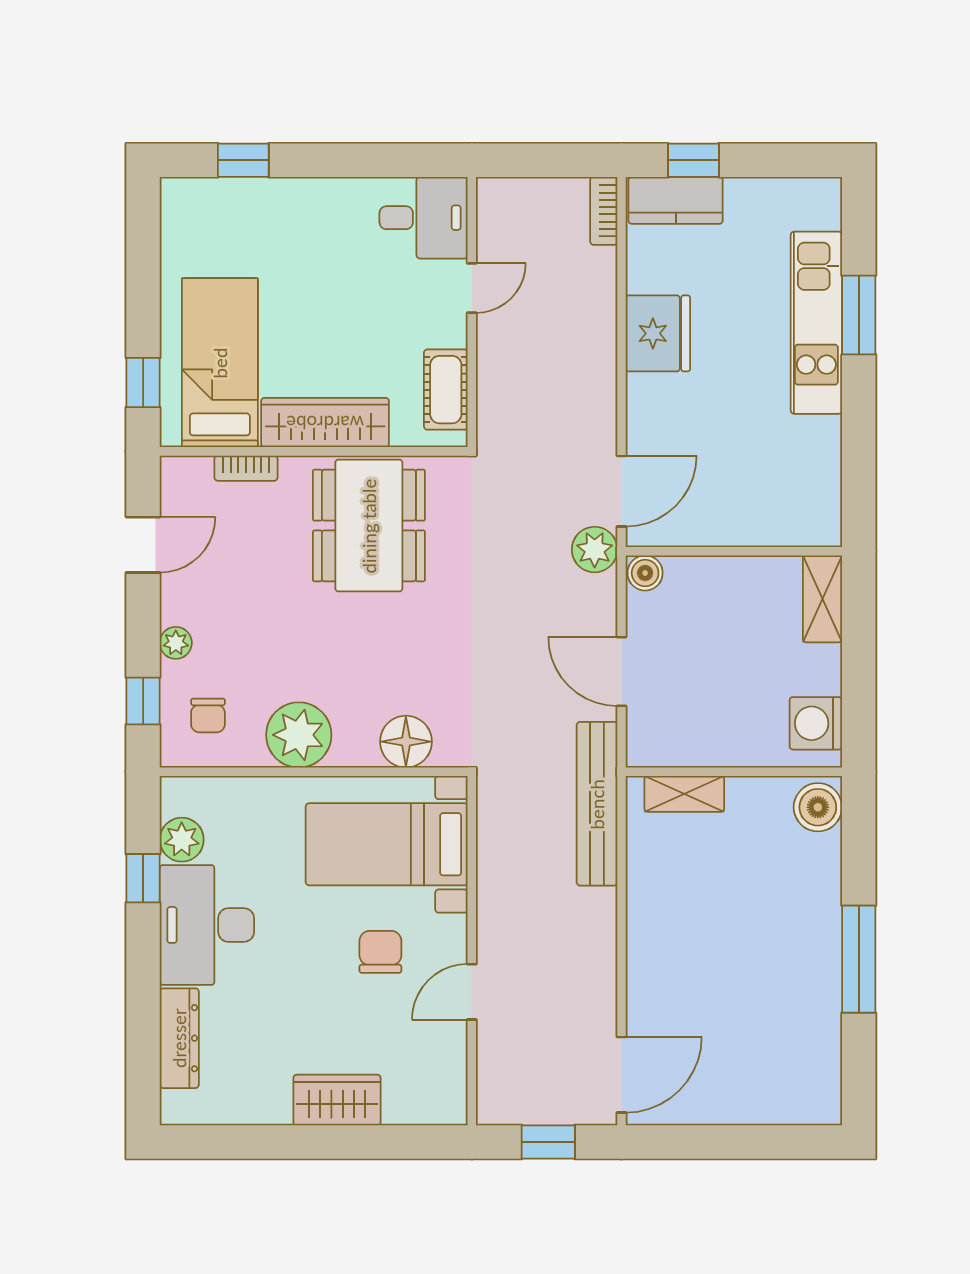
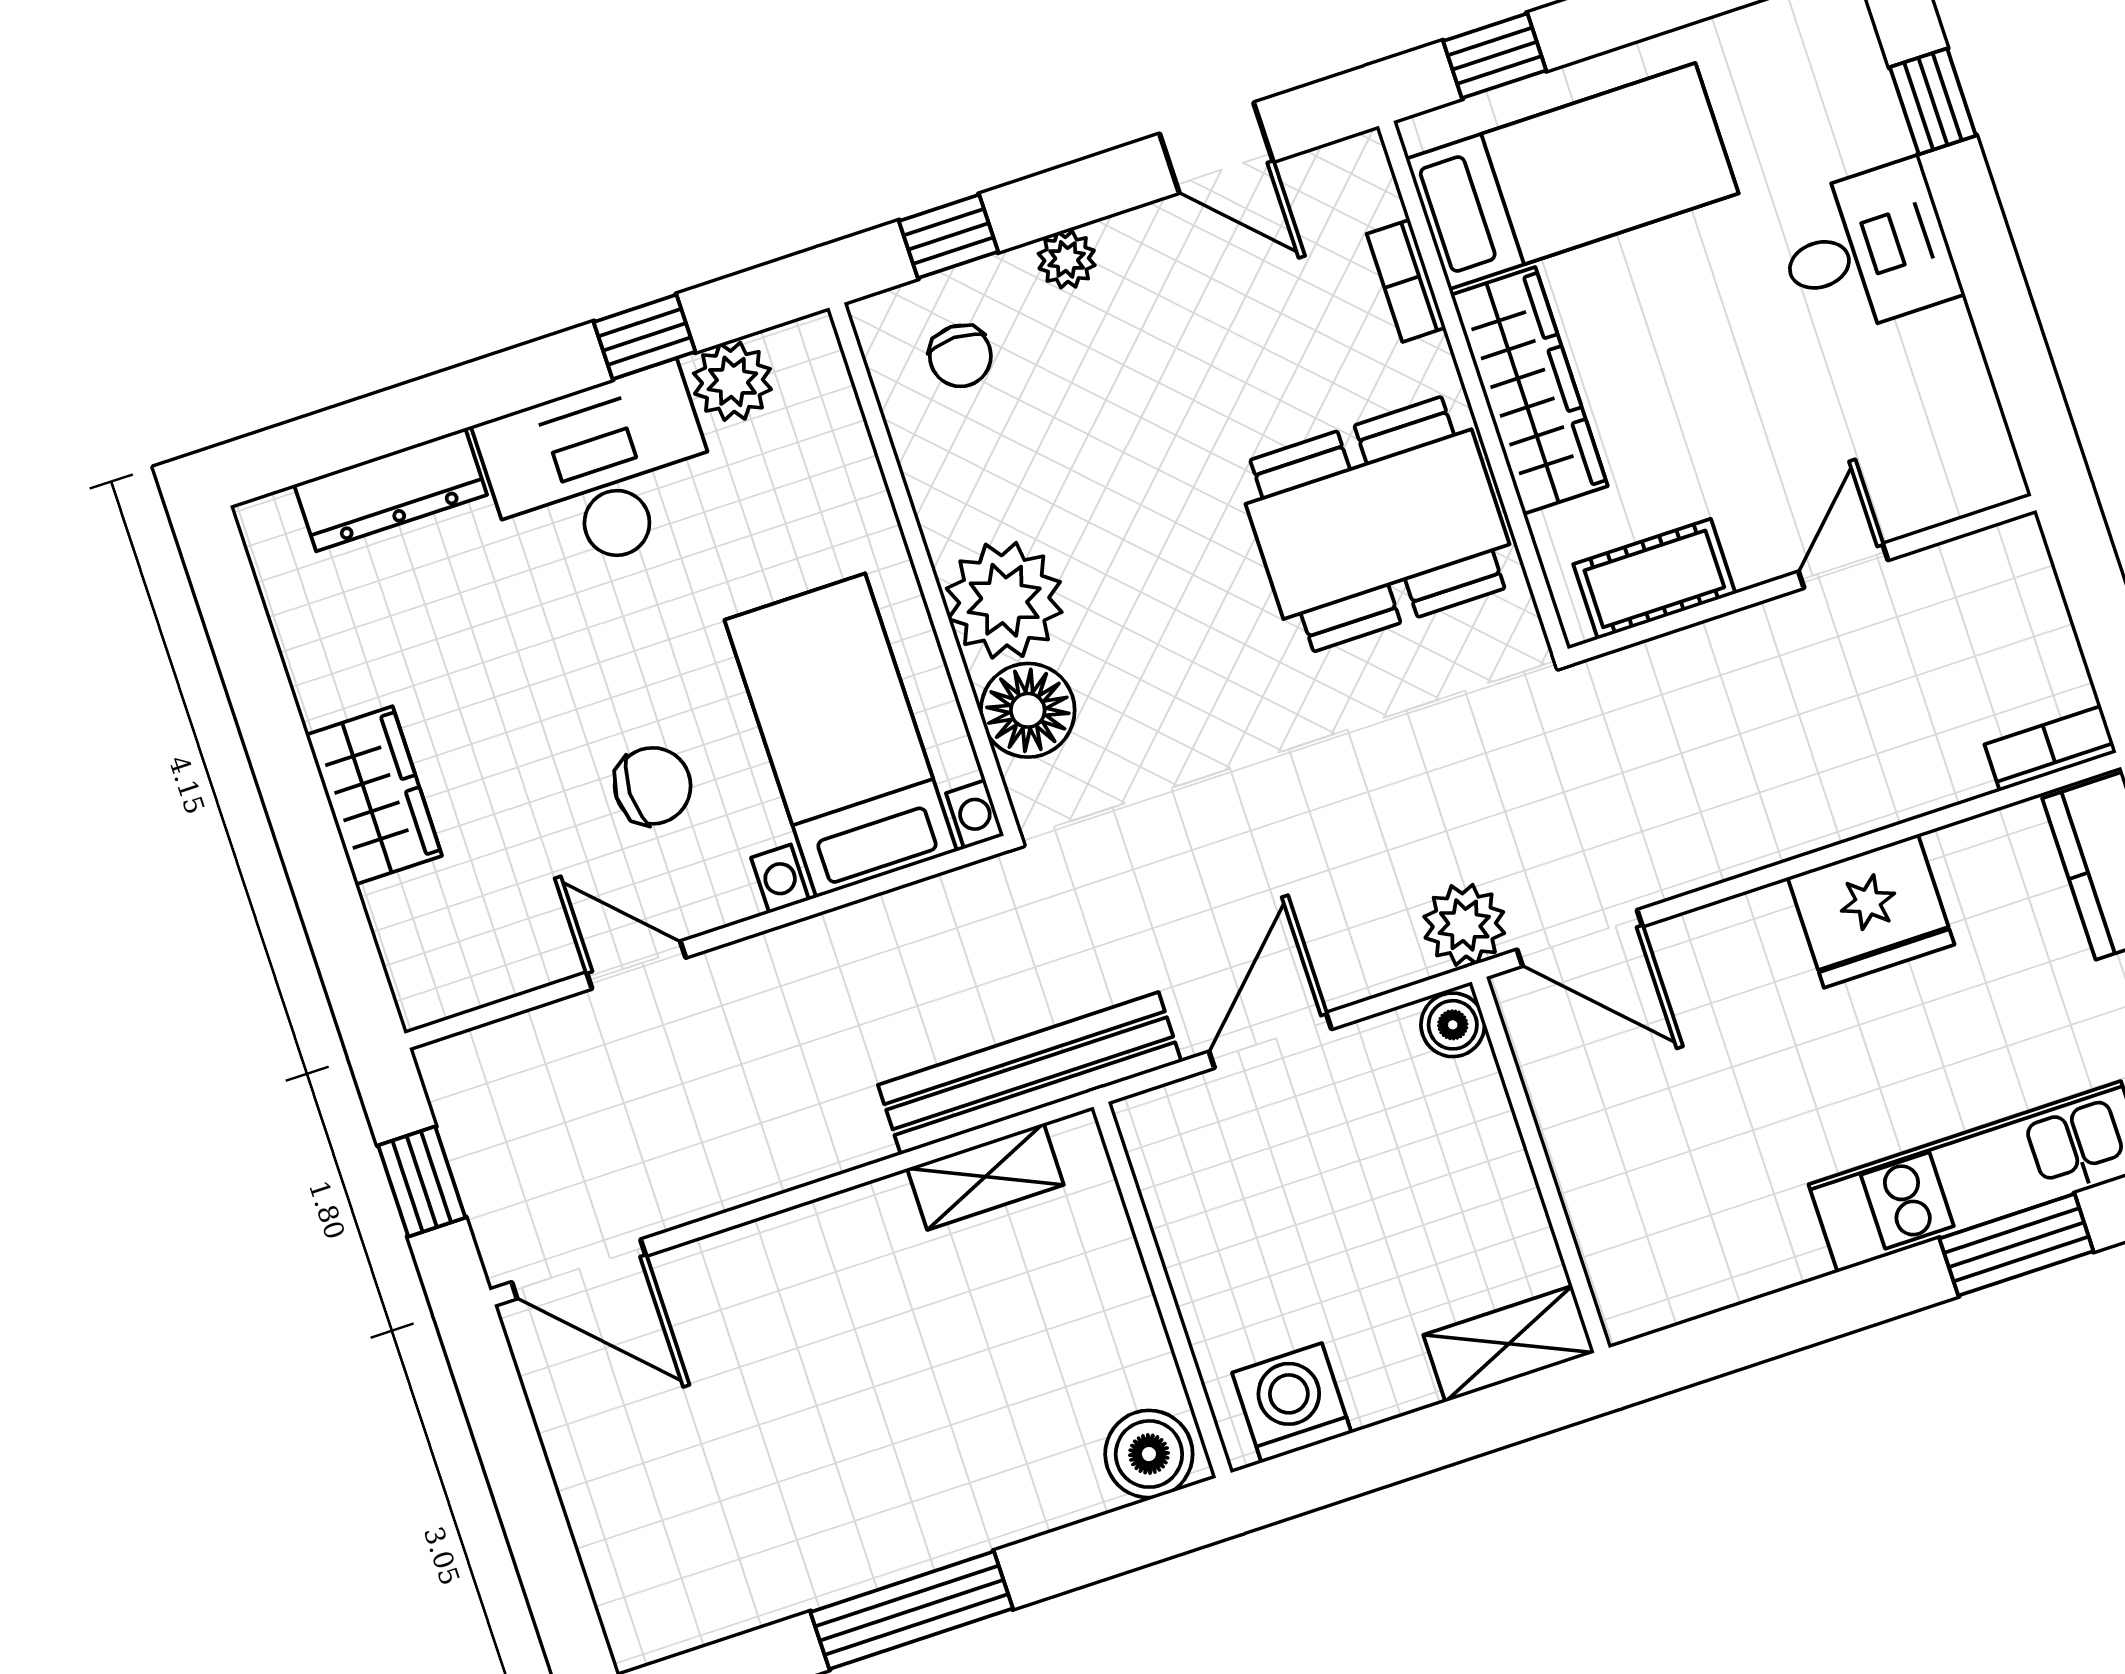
desk: (424, 218) -> (1866, 249), moved, turned -90
door: (472, 288) -> (1843, 566), swing flipped
chair: (208, 715) -> (960, 356), turned -90
plant: (299, 735) -> (1004, 600), moved
shelving: (684, 794) -> (985, 1177), moved, turned 90

